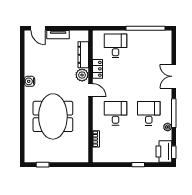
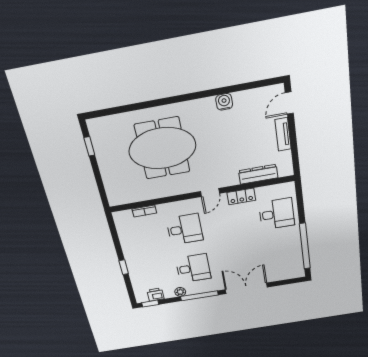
plant: (82, 75) -> (229, 178), removed
double door: (174, 76) -> (246, 288), width x1.37
water cooler: (30, 81) -> (224, 102), moved
printer: (164, 151) -> (155, 294), width x0.53, depth x0.68

